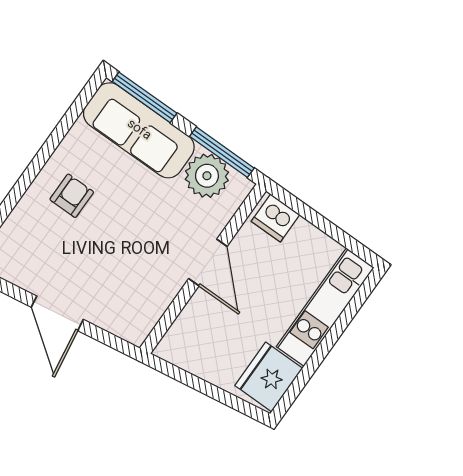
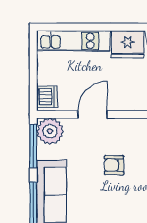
plant: (207, 176) -> (50, 131), moved
armchair: (72, 196) -> (114, 165), moved

